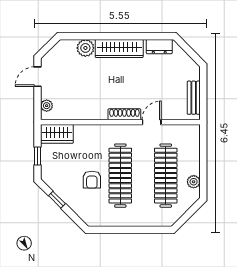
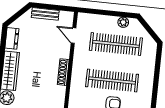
bench: (194, 98) -> (45, 14), moved
door: (152, 122) -> (73, 36), moved

